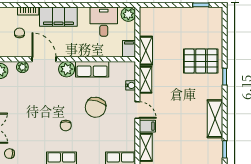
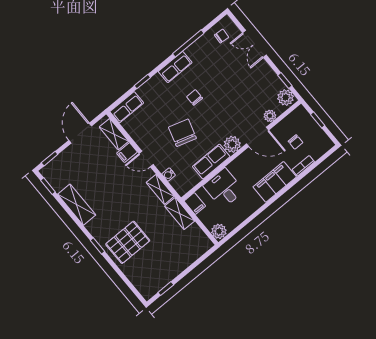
desk: (104, 22) -> (224, 188), moved, turned 180

